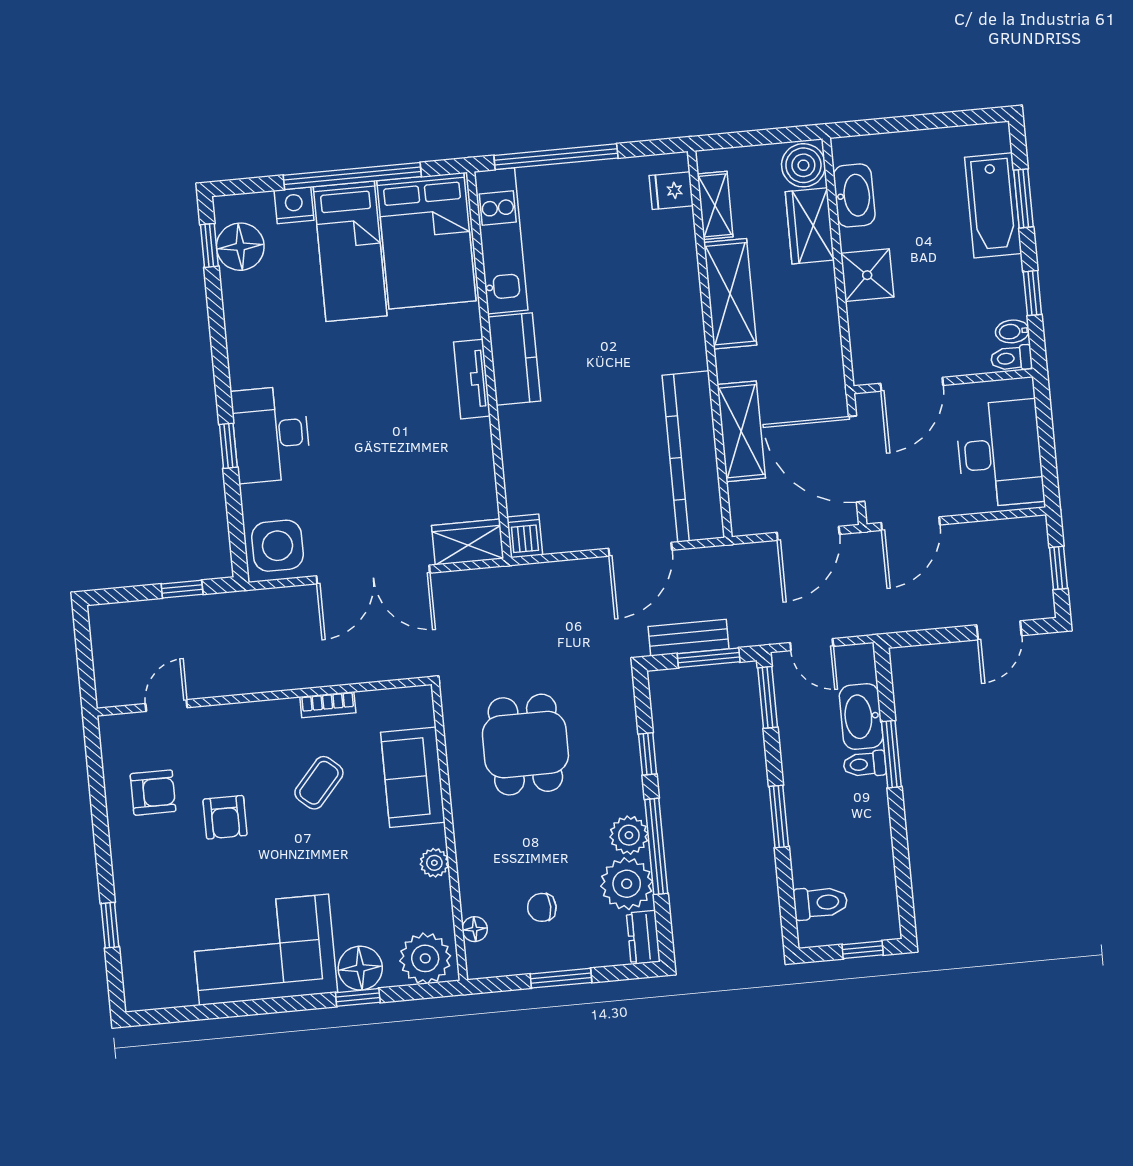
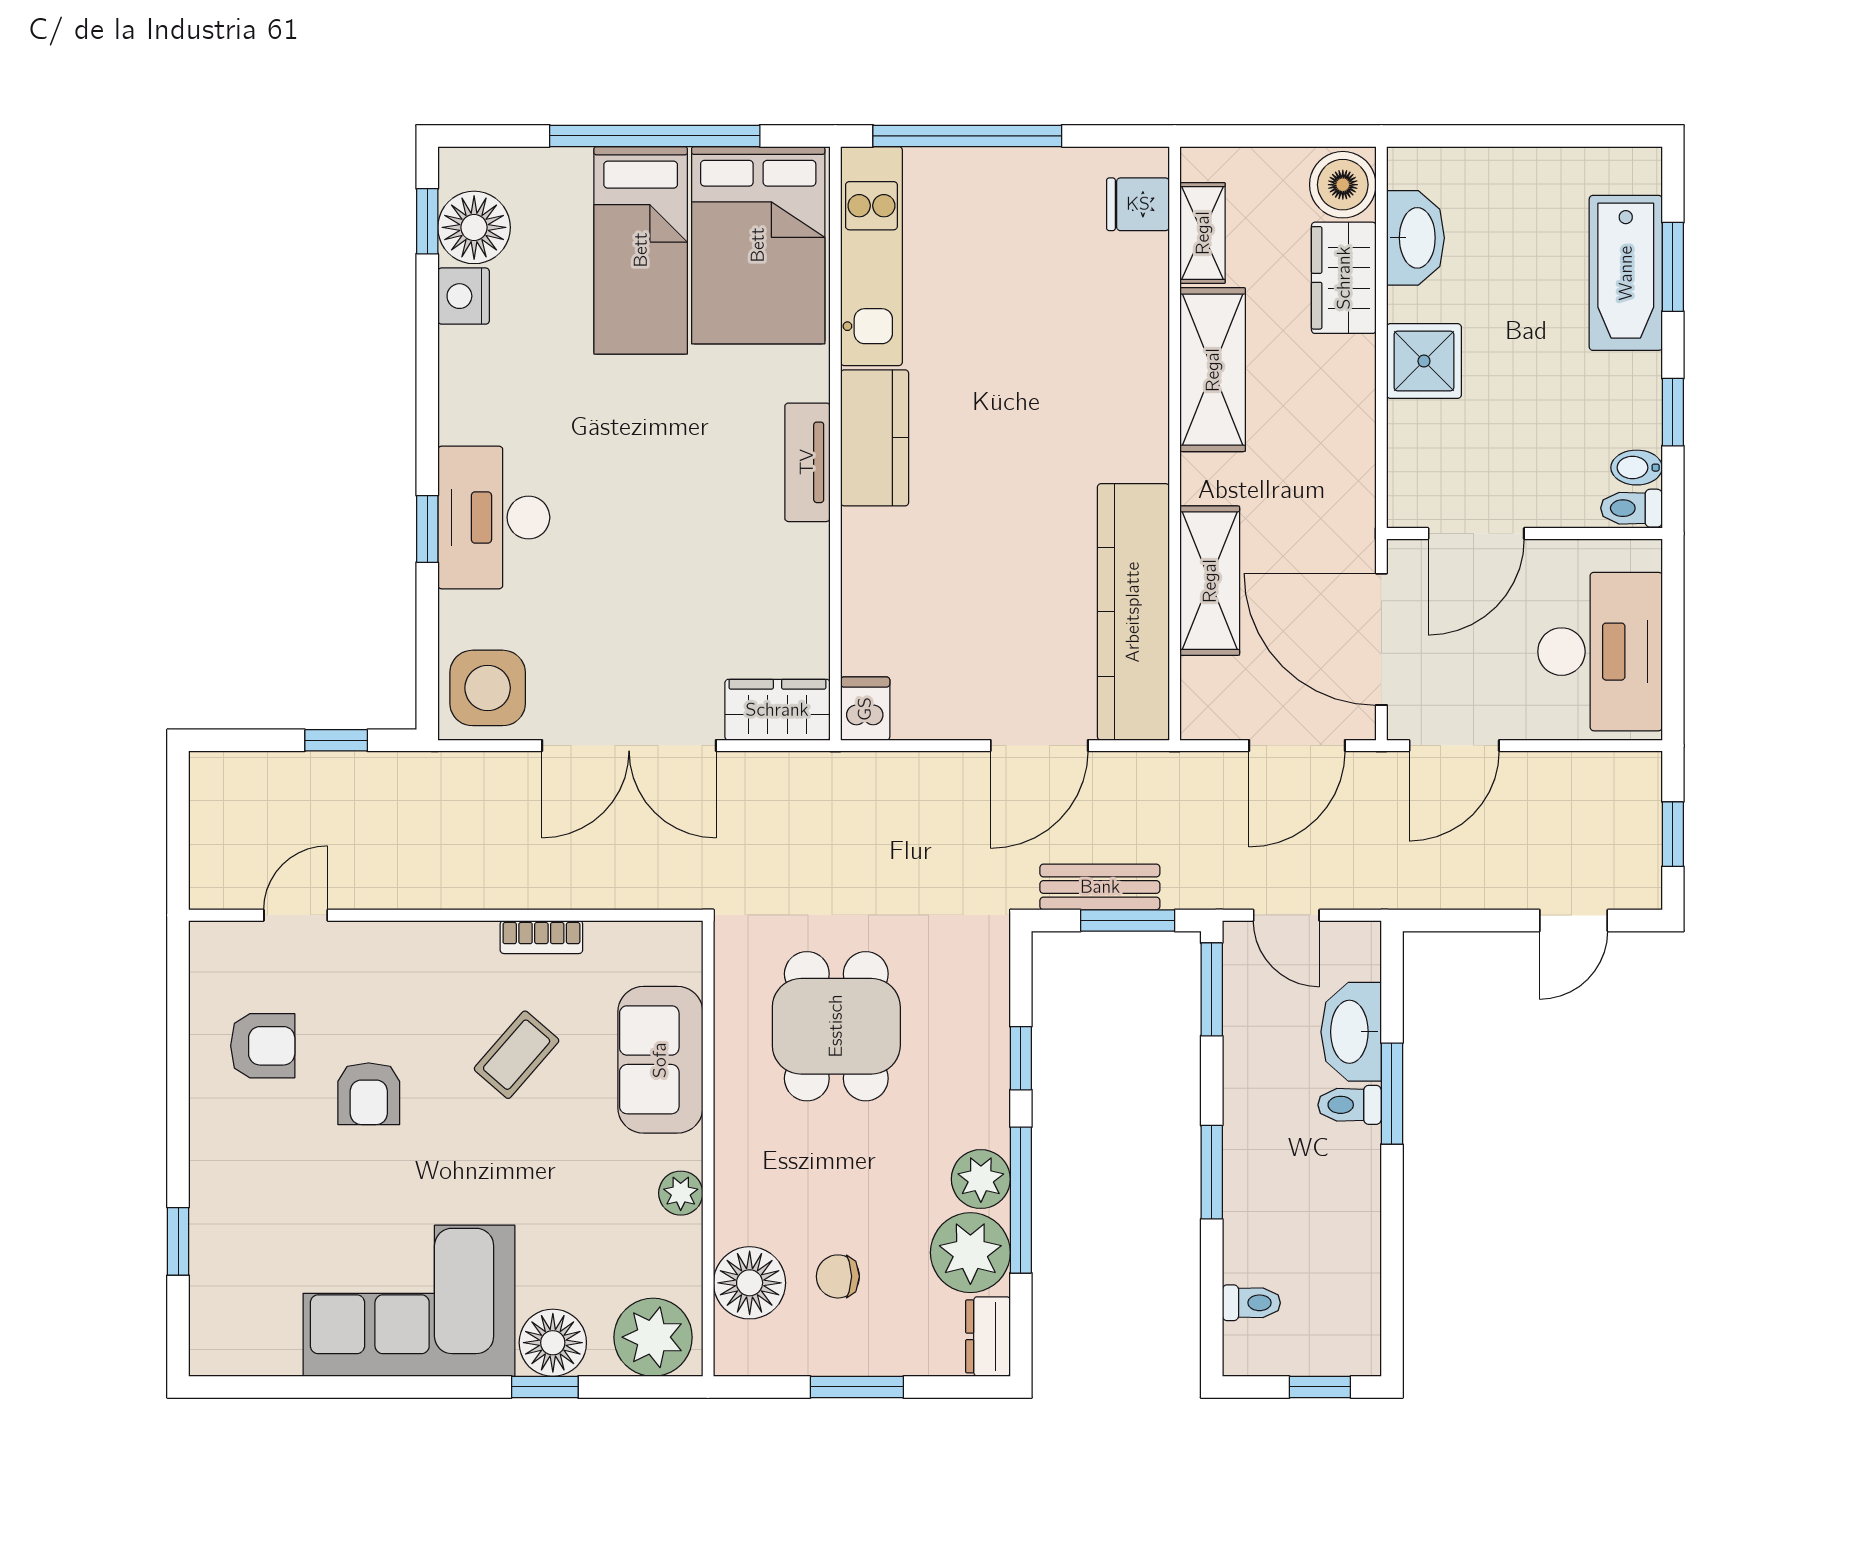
nightstand: (294, 205) -> (464, 296), moved, turned -90
toilet: (820, 903) -> (1251, 1303), width x0.73, depth x0.72
floor lamp: (475, 929) -> (750, 1283), width x1.89, depth x1.89

